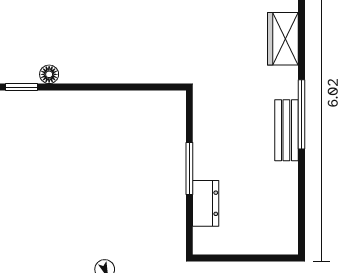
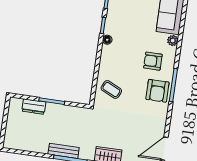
coffee table: (149, 52) -> (111, 89), added

